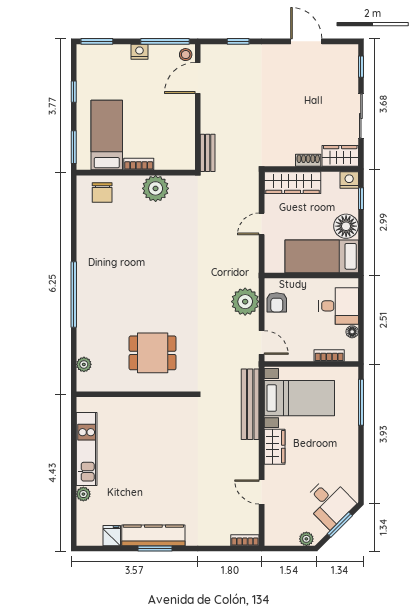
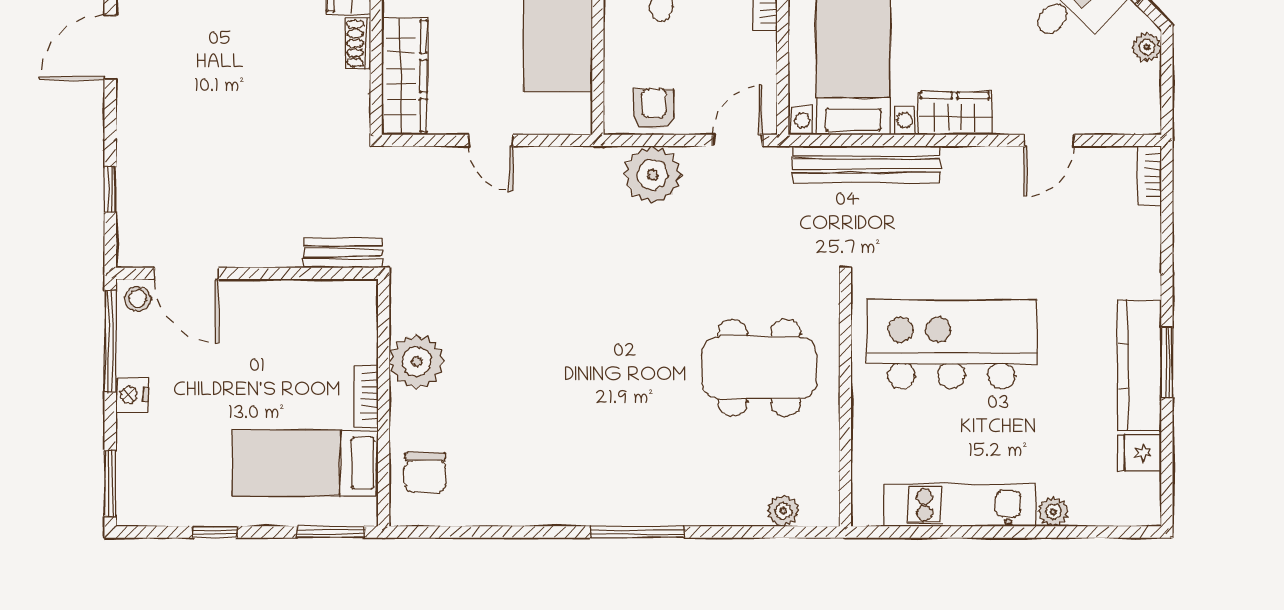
chair: (102, 193) -> (425, 473), turned 90
window: (74, 294) -> (637, 532), width x0.68
armchair: (277, 302) -> (654, 109), turned -90
dining table: (153, 353) -> (759, 368), width x1.38
kitchen island: (164, 445) -> (951, 344), added

